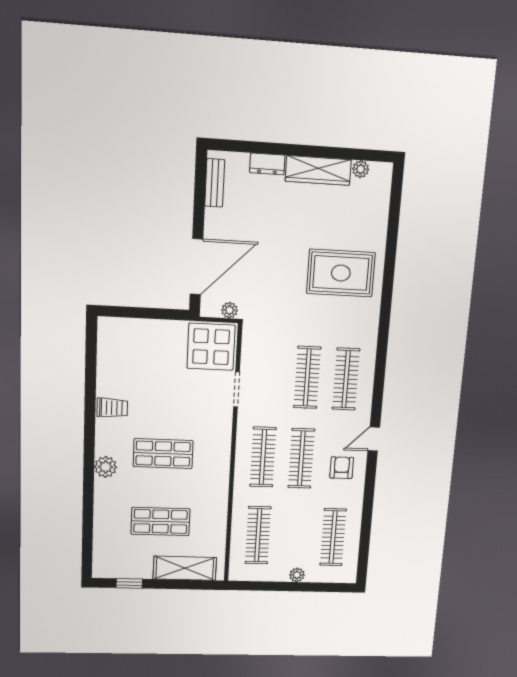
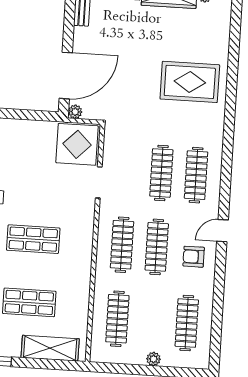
plant: (229, 310) -> (75, 112), moved
armchair: (342, 468) -> (194, 257), turned -90

